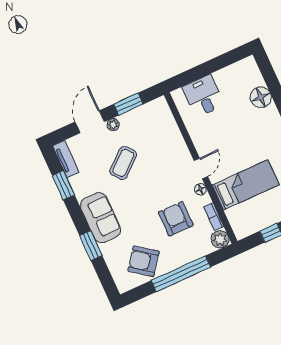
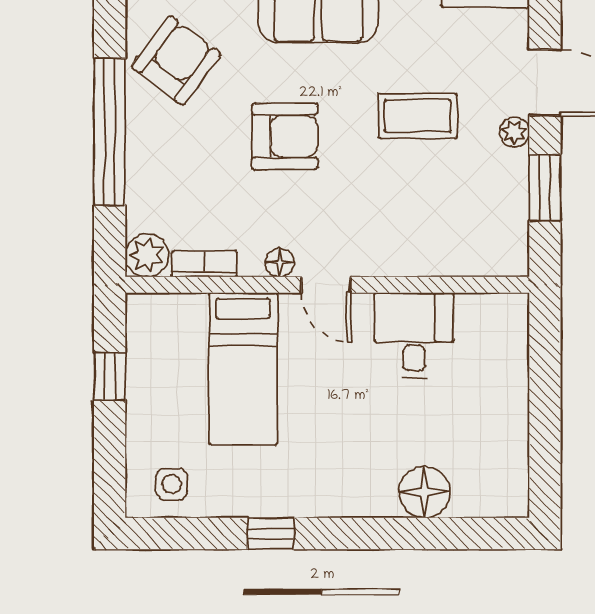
desk: (203, 96) -> (414, 335), moved, turned -90
coffee table: (123, 163) -> (418, 116), turned -50
armchair: (176, 219) -> (285, 136), moved

